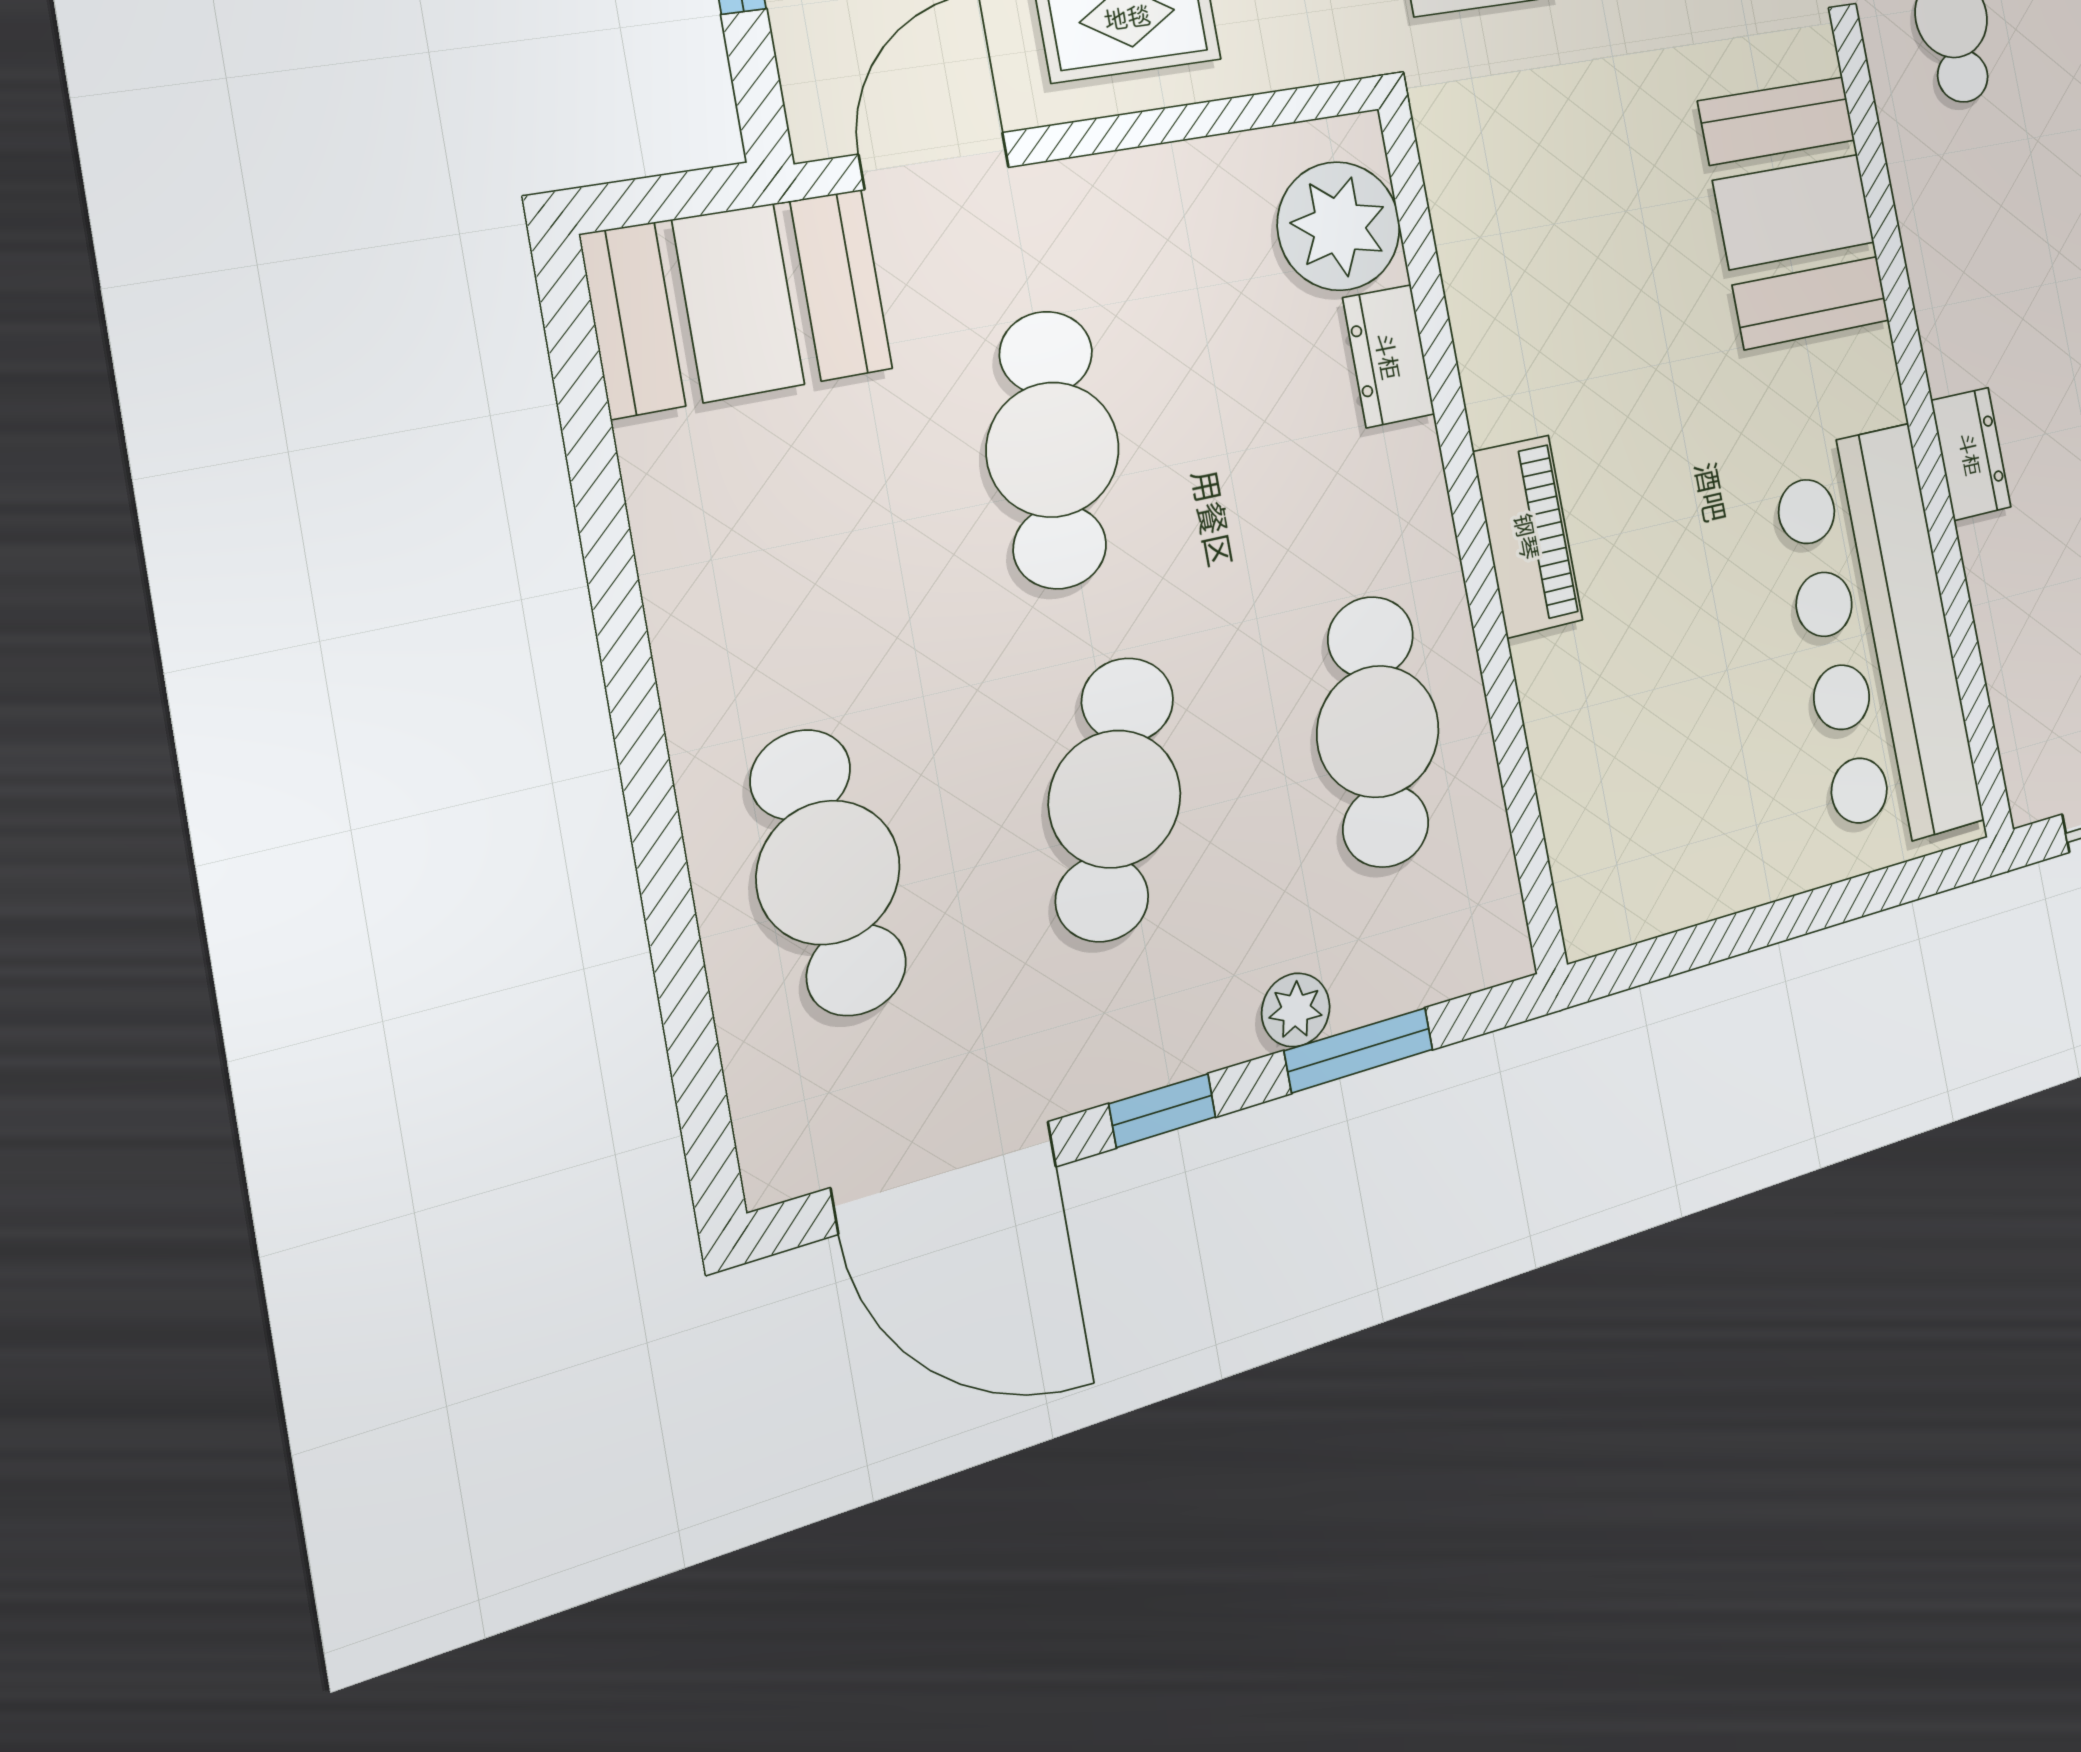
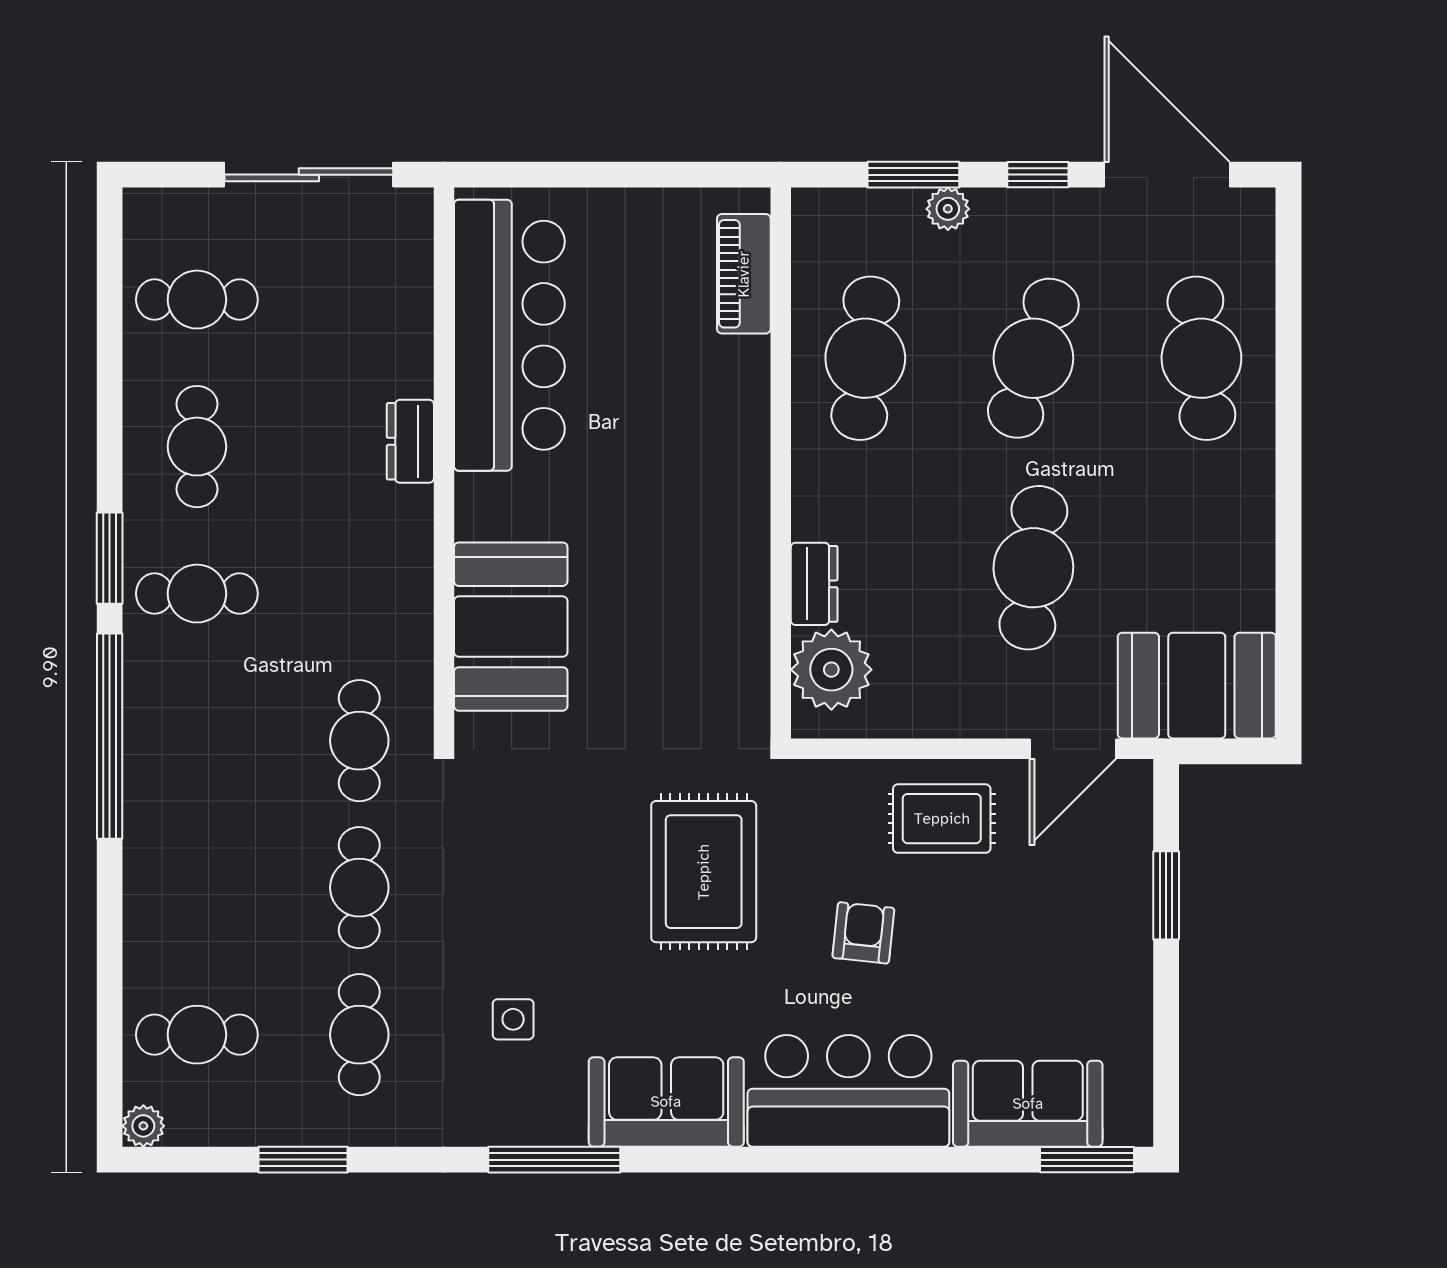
piano: (1528, 536) -> (744, 274), moved

